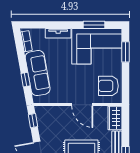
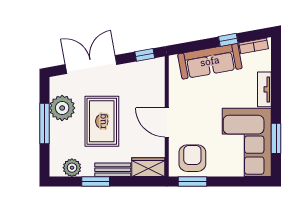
window: (125, 52) -> (193, 182), moved
window: (26, 80) -> (228, 40), moved
door: (82, 105) -> (167, 122), hinge flipped

